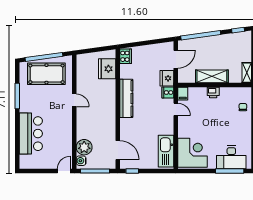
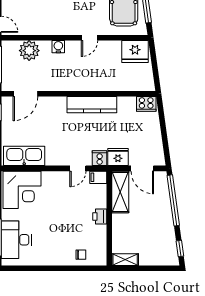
fridge: (107, 69) -> (135, 52), moved, turned 180
shelving: (212, 76) -> (120, 192), moved
water cooler: (81, 161) -> (58, 47), moved

